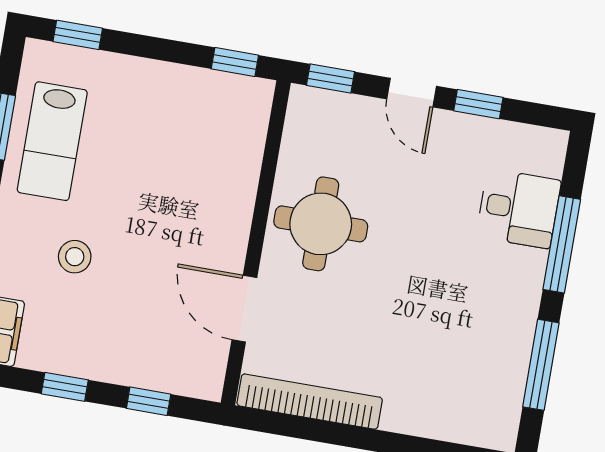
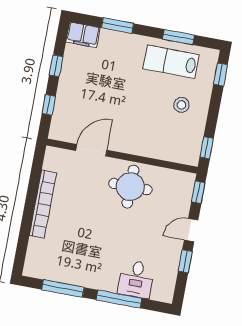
stool: (75, 257) -> (181, 105), moved
bookcase: (310, 402) -> (43, 204), moved

